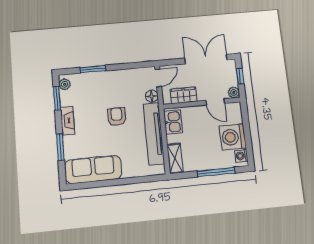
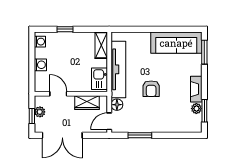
window: (93, 69) -> (140, 135), moved
plant: (65, 84) -> (196, 109), moved
plant: (234, 92) -> (40, 112), moved
washing machine: (233, 137) -> (40, 65), width x0.53, depth x0.53
window: (60, 147) -> (204, 52), moved
window: (216, 172) -> (65, 29), width x0.46

